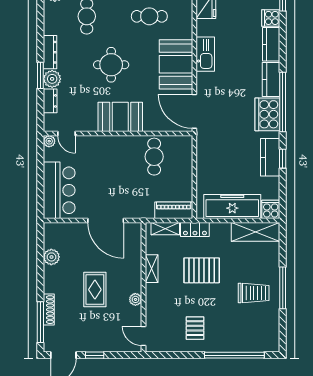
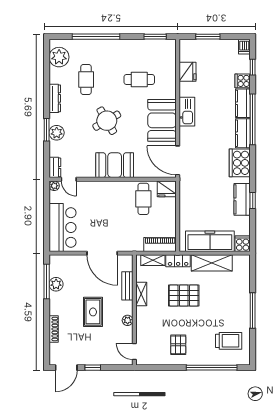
dresser: (50, 52) -> (55, 98), moved
round table: (111, 65) -> (107, 121), turned -30
dresser: (50, 101) -> (55, 167), moved
window: (283, 102) -> (253, 119), moved
fridge: (182, 145) -> (167, 189), added
shelving: (255, 232) -> (212, 263), moved
bench: (135, 259) -> (127, 286), added
trolley: (254, 293) -> (229, 341), moved
window: (40, 322) -> (47, 281), moved

